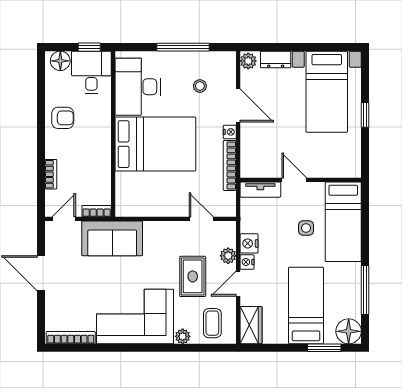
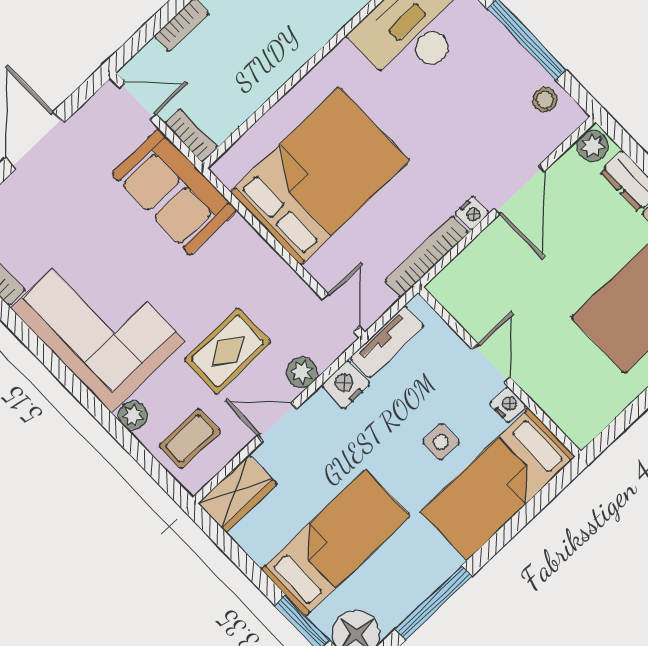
stool: (200, 86) -> (545, 100), moved
bed: (155, 144) -> (320, 176), moved, turned -90
tv unit: (260, 190) -> (387, 342), moved, turned -90
door: (201, 219) -> (341, 313), moved
nightstand: (247, 262) -> (508, 405), moved, turned 90

